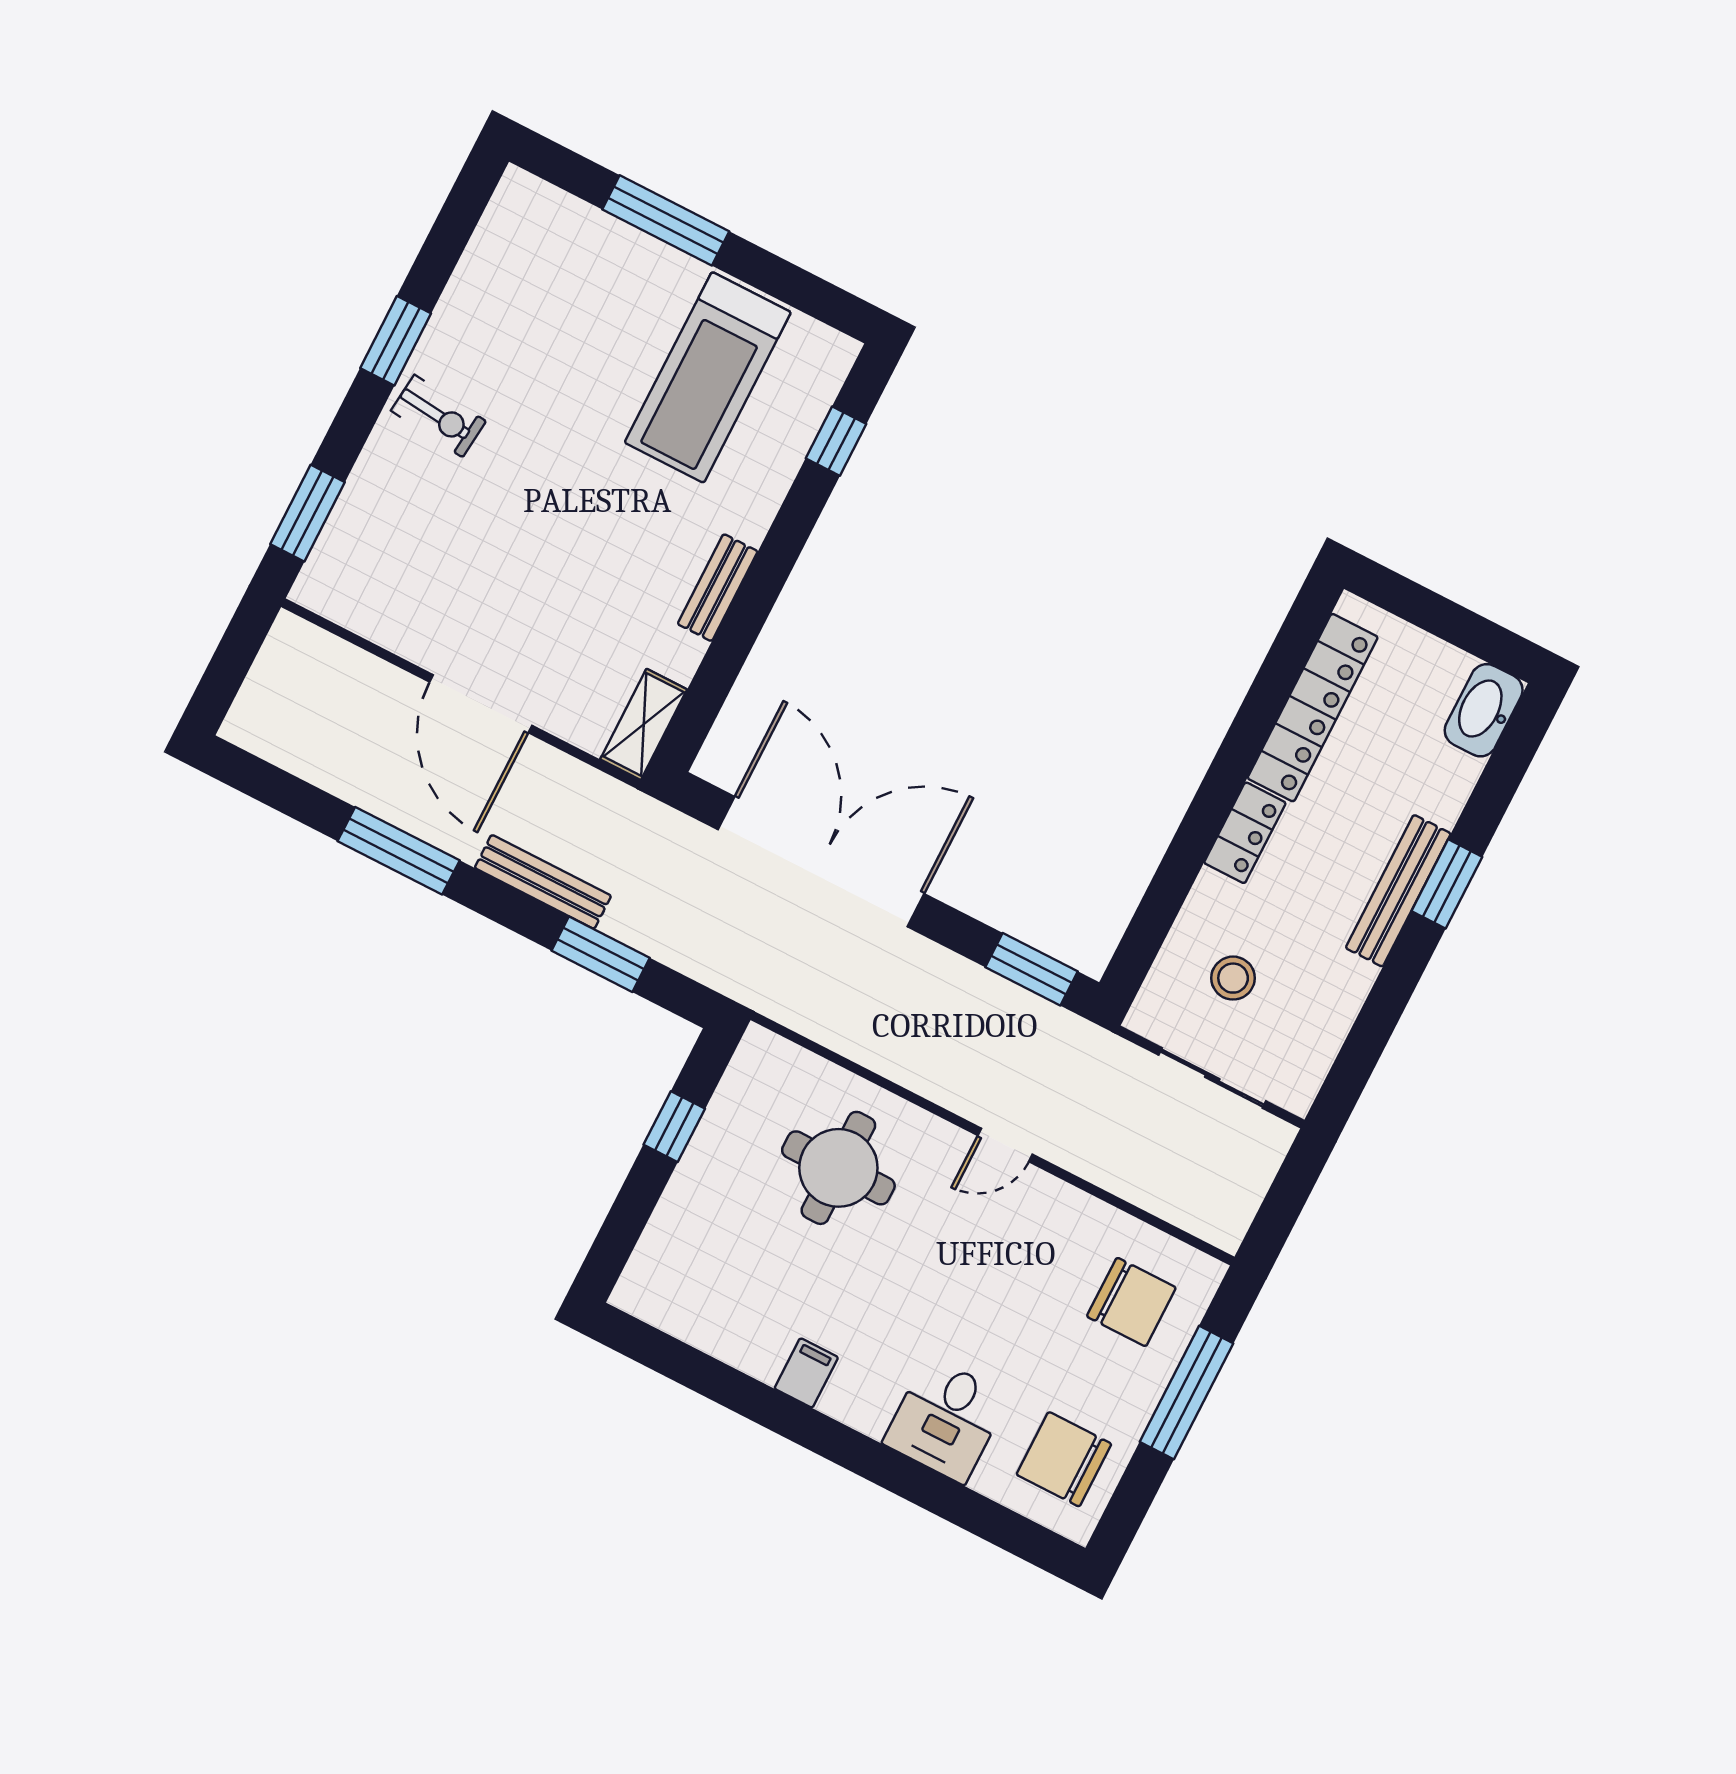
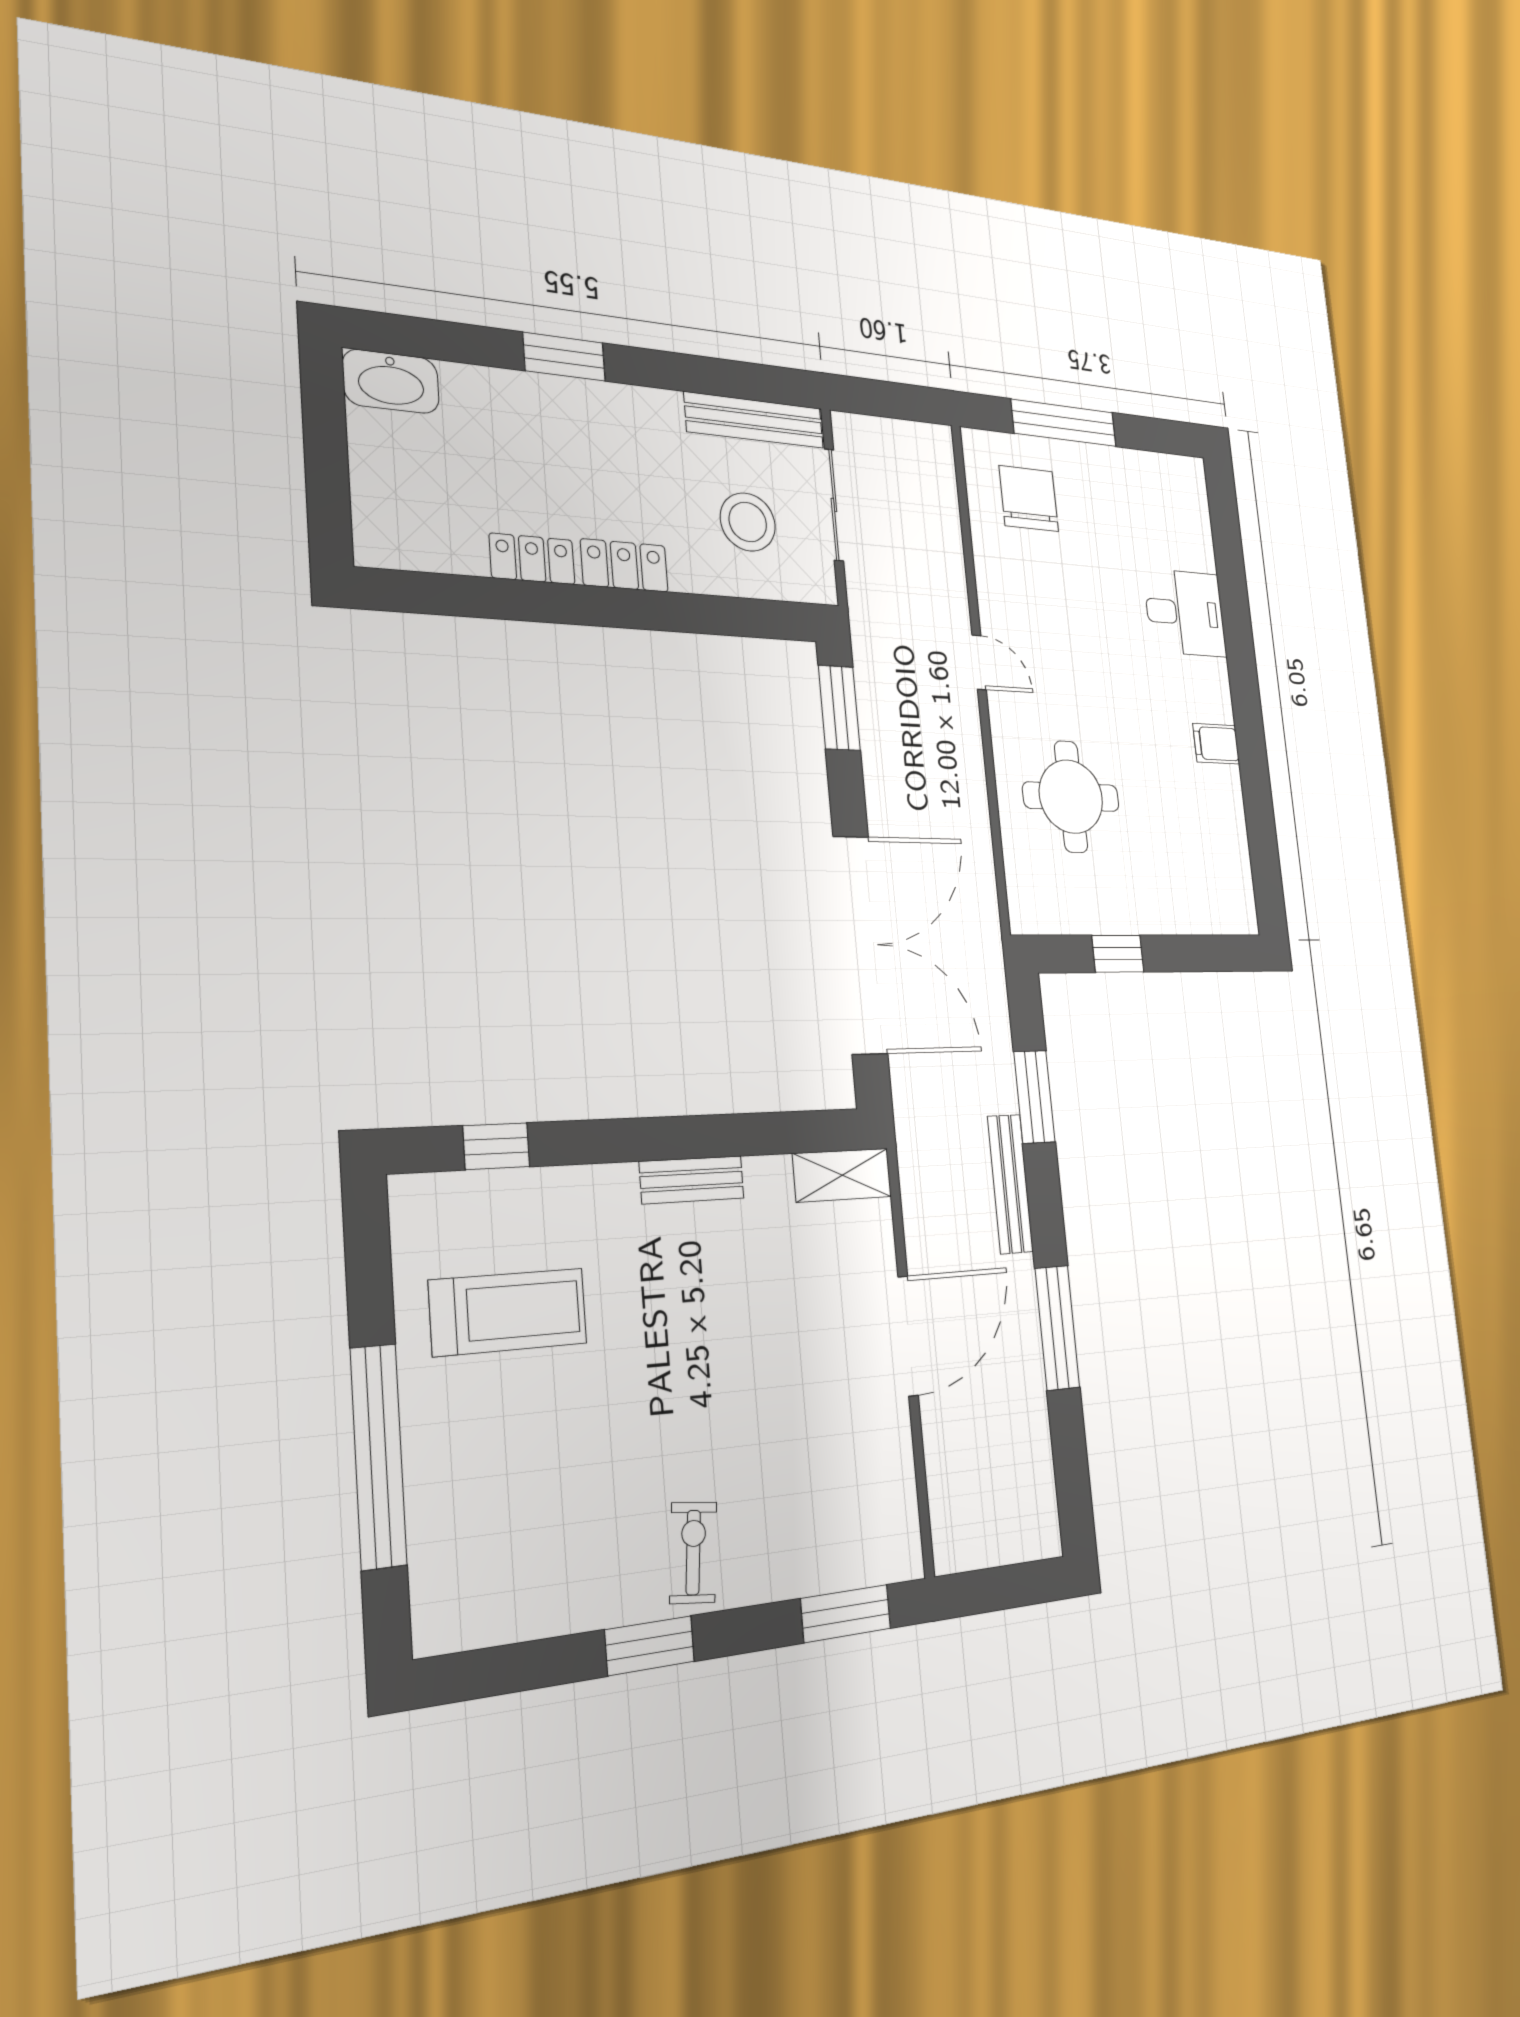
window: (666, 220) -> (378, 1456), width x1.46
treadmill: (708, 377) -> (508, 1312), width x0.73, depth x0.73
locker: (1313, 708) -> (532, 559), width x0.46, depth x0.83
double door: (821, 862) -> (860, 945), swing flipped
bench: (1398, 891) -> (754, 420), moved
stool: (1233, 978) -> (748, 522), width x1.38, depth x1.38
chair: (1064, 1459) -> (1159, 503), removed

